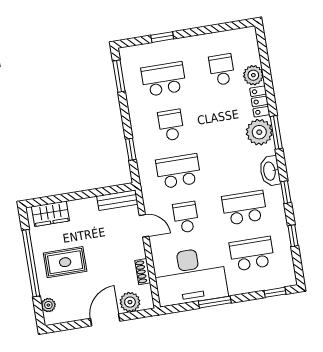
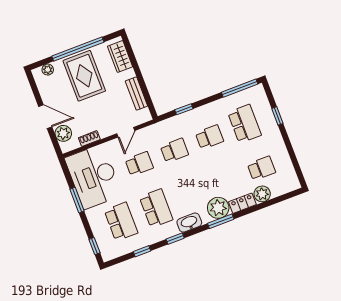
window: (119, 76) -> (240, 88), width x1.44
school desk: (178, 171) -> (174, 150), width x0.54
bench: (117, 200) -> (136, 94), moved
rug: (65, 262) -> (84, 76), width x1.36, depth x1.43

